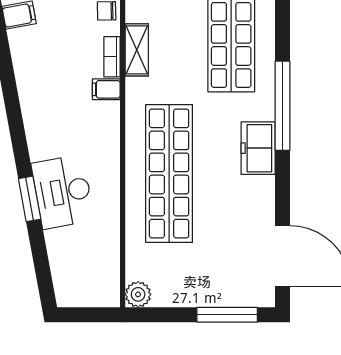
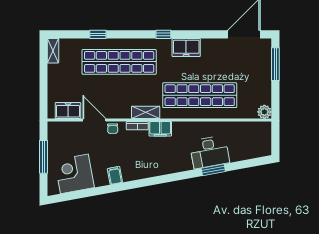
shelving: (137, 50) -> (146, 112), moved
filing cabinet: (106, 89) -> (160, 129), width x2.00
window: (283, 106) -> (163, 34), width x0.32

